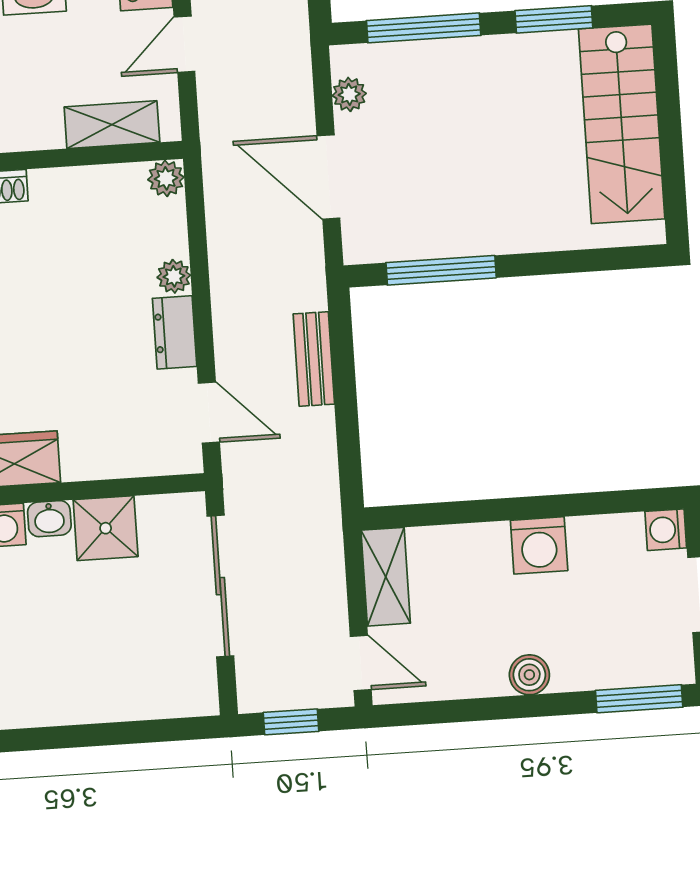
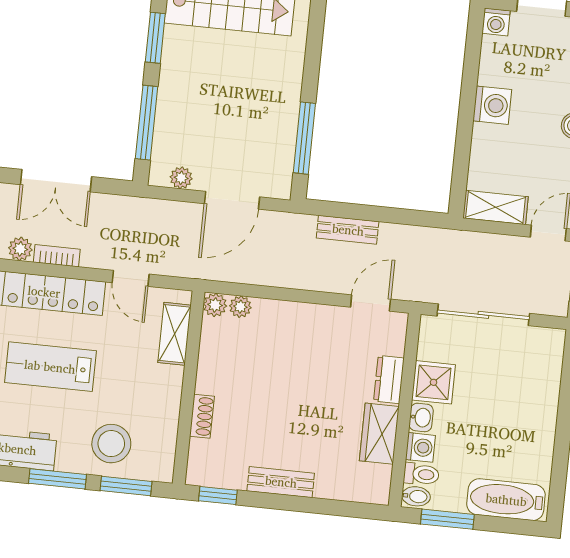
plant: (174, 276) -> (240, 307), moved
dresser: (175, 332) -> (389, 380), moved, turned 90

